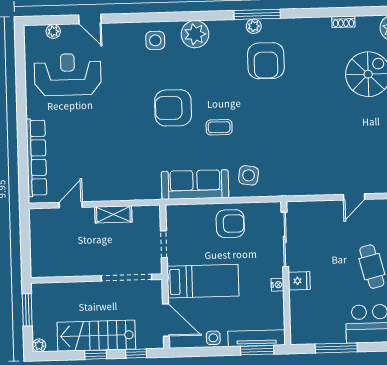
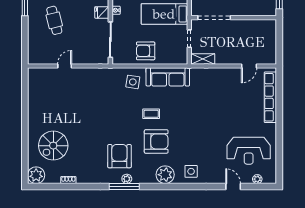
armchair: (173, 108) -> (156, 141), moved
shelving: (113, 214) -> (203, 59), moved

